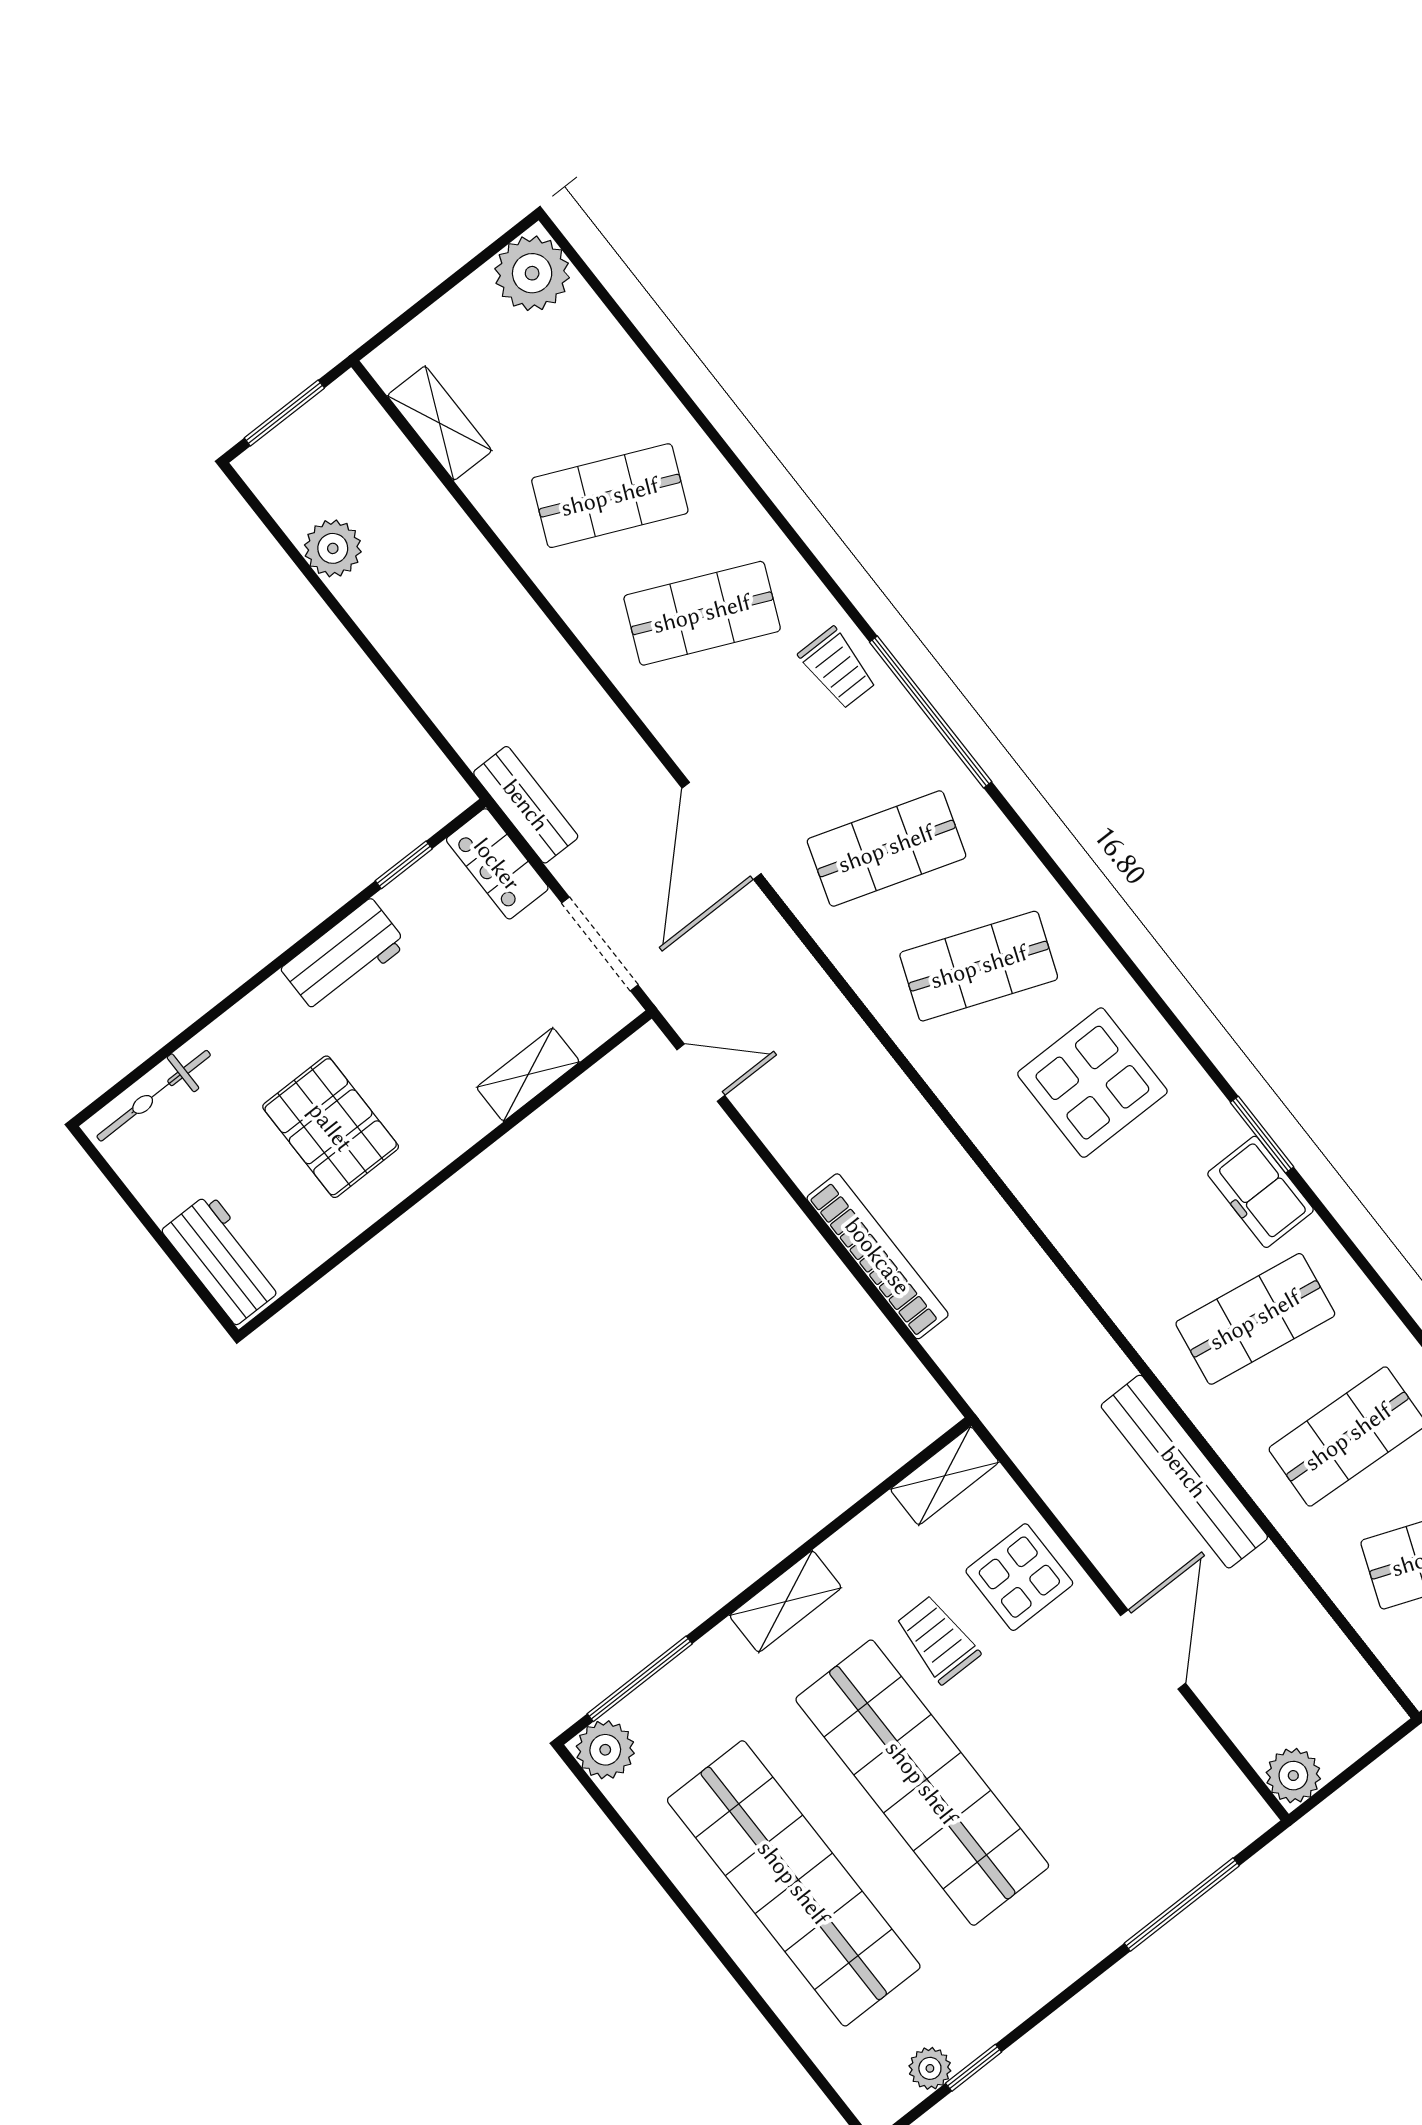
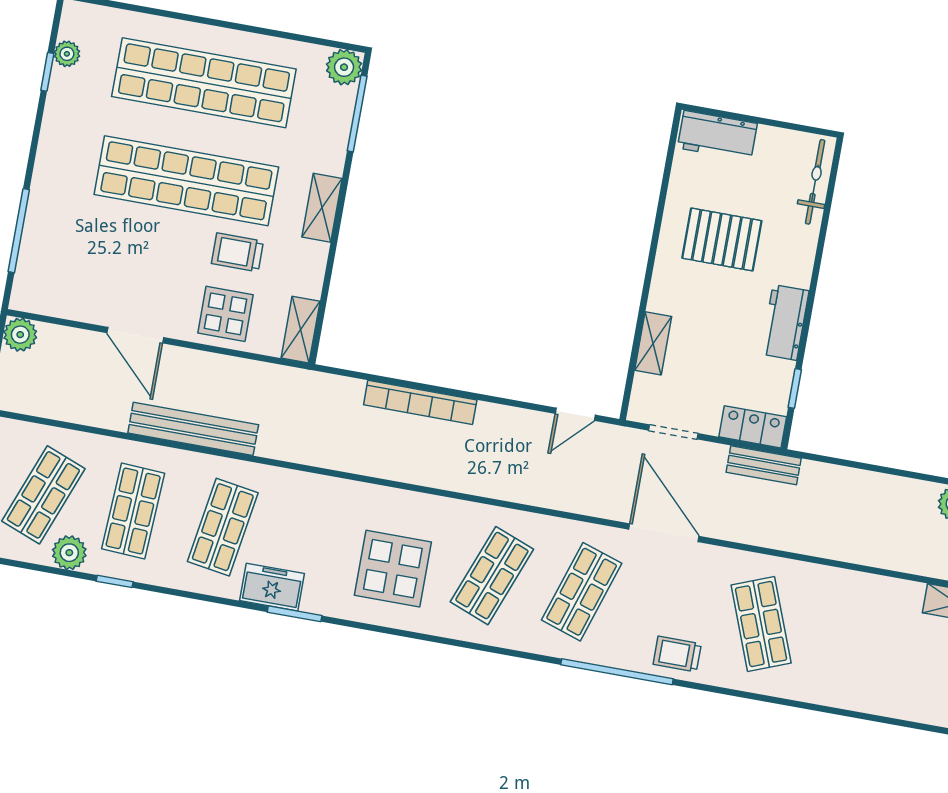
shop shelf: (610, 496) -> (851, 640), removed
shop shelf: (702, 613) -> (761, 624), turned -45
doorway: (600, 944) -> (673, 432), width x0.73
trolley: (938, 1639) -> (237, 252), turned 180

